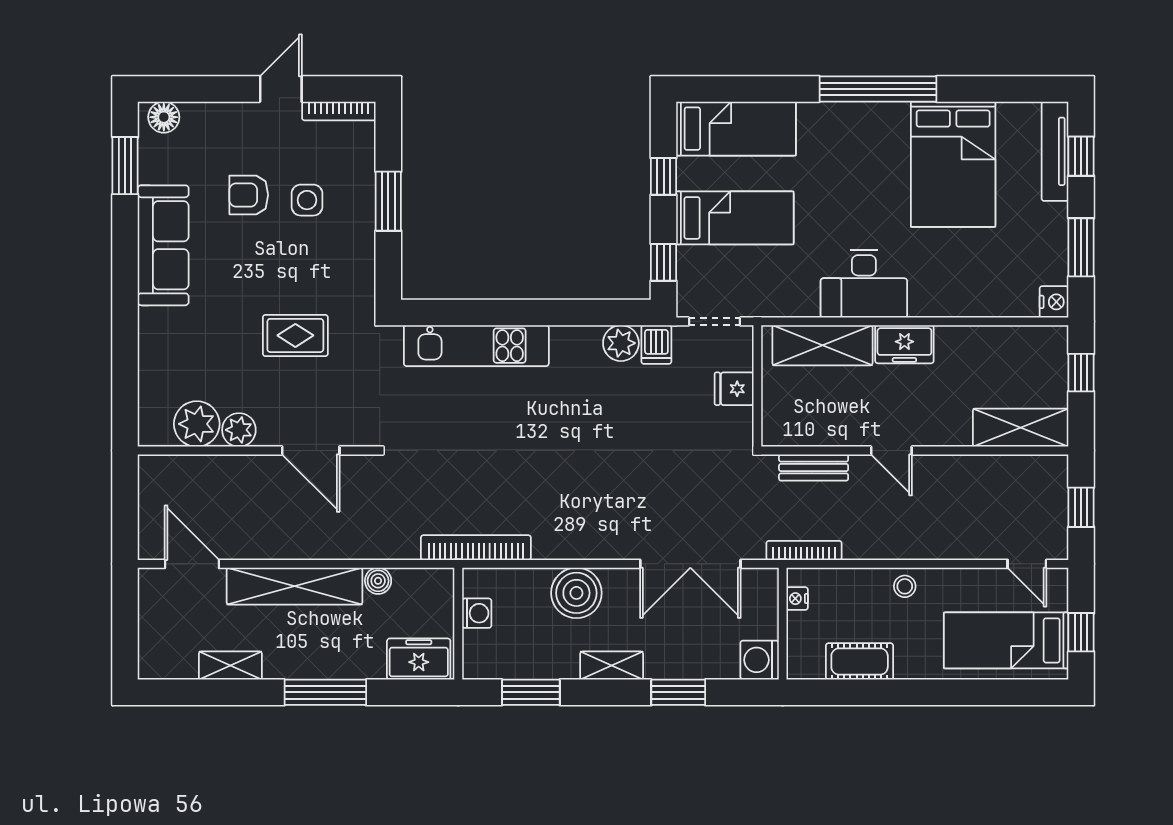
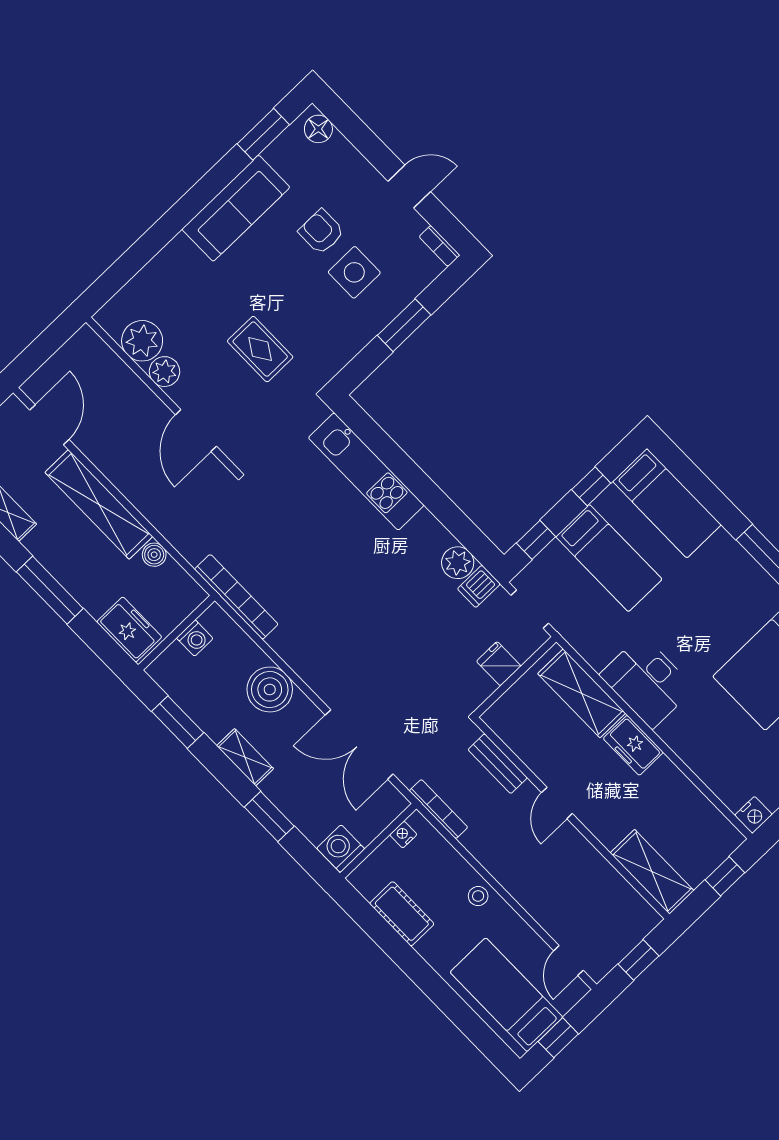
bookcase: (339, 111) -> (439, 246), width x0.64
side table: (307, 200) -> (354, 272), width x1.37, depth x1.37

